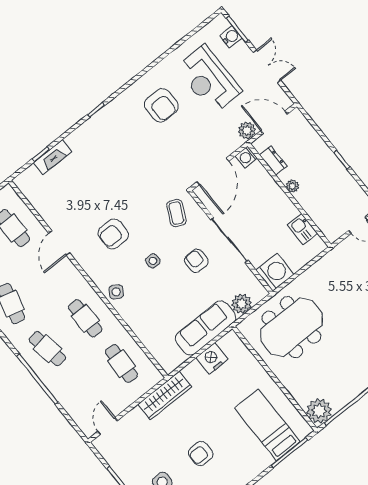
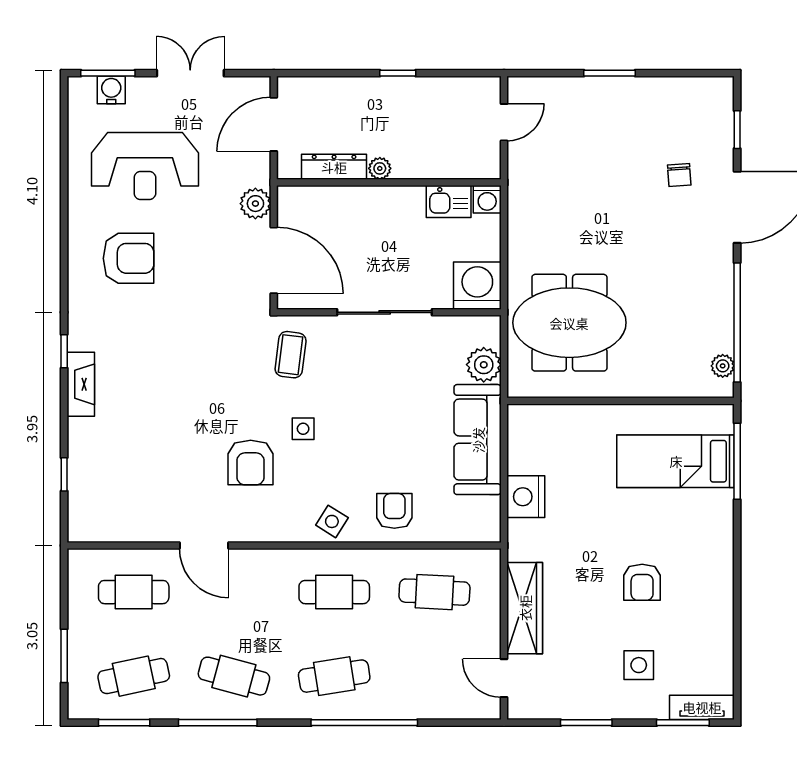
plant: (247, 131) -> (255, 204), moved
fireplace: (53, 157) -> (81, 384), moved
washing machine: (246, 157) -> (487, 199), moved
dresser: (273, 160) -> (334, 167), width x1.44
coffee table: (176, 213) -> (291, 355), turned 71
side table: (153, 261) -> (303, 429), moved
armchair: (196, 261) -> (394, 511), moved, turned 90
meeting table: (291, 327) -> (569, 323), turned 90
nightstand: (212, 358) -> (526, 497), moved
wardrobe: (165, 396) -> (525, 608), moved
plant: (319, 411) -> (723, 366), width x0.53, depth x0.53

